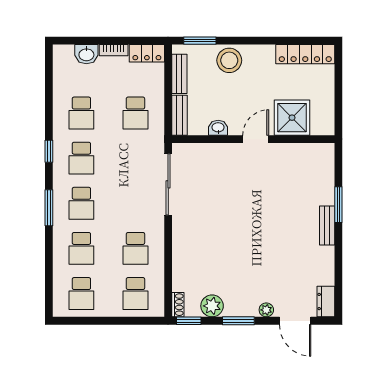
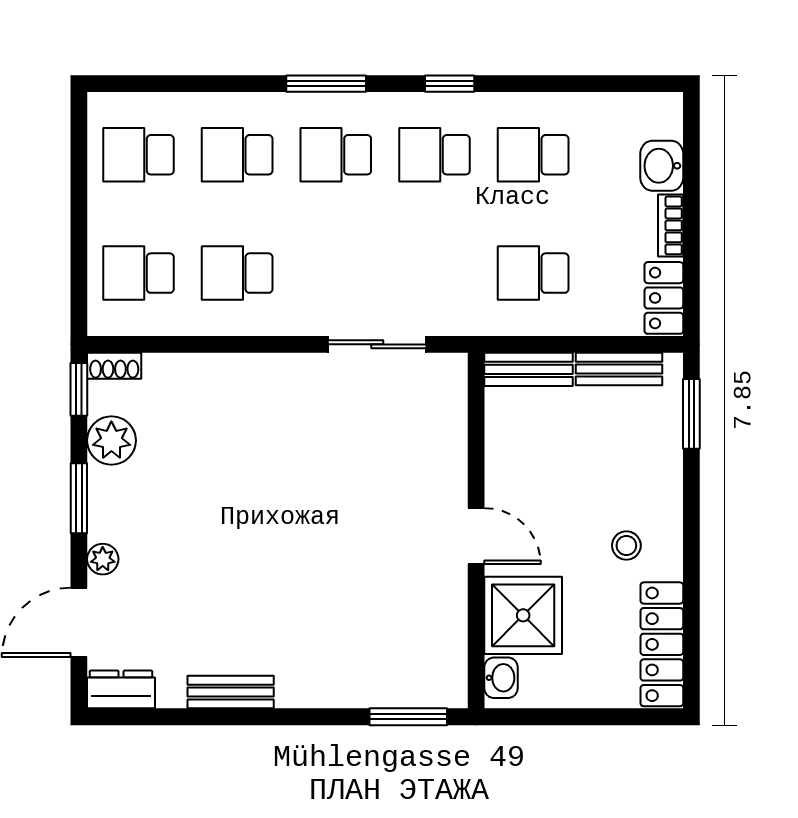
stool: (229, 60) -> (626, 546), moved, width x0.53, depth x0.53
washbasin: (218, 128) -> (501, 678), moved
sliding door: (168, 184) -> (377, 344), width x0.73
window: (338, 205) -> (408, 717), moved
bench: (327, 226) -> (231, 692), moved

